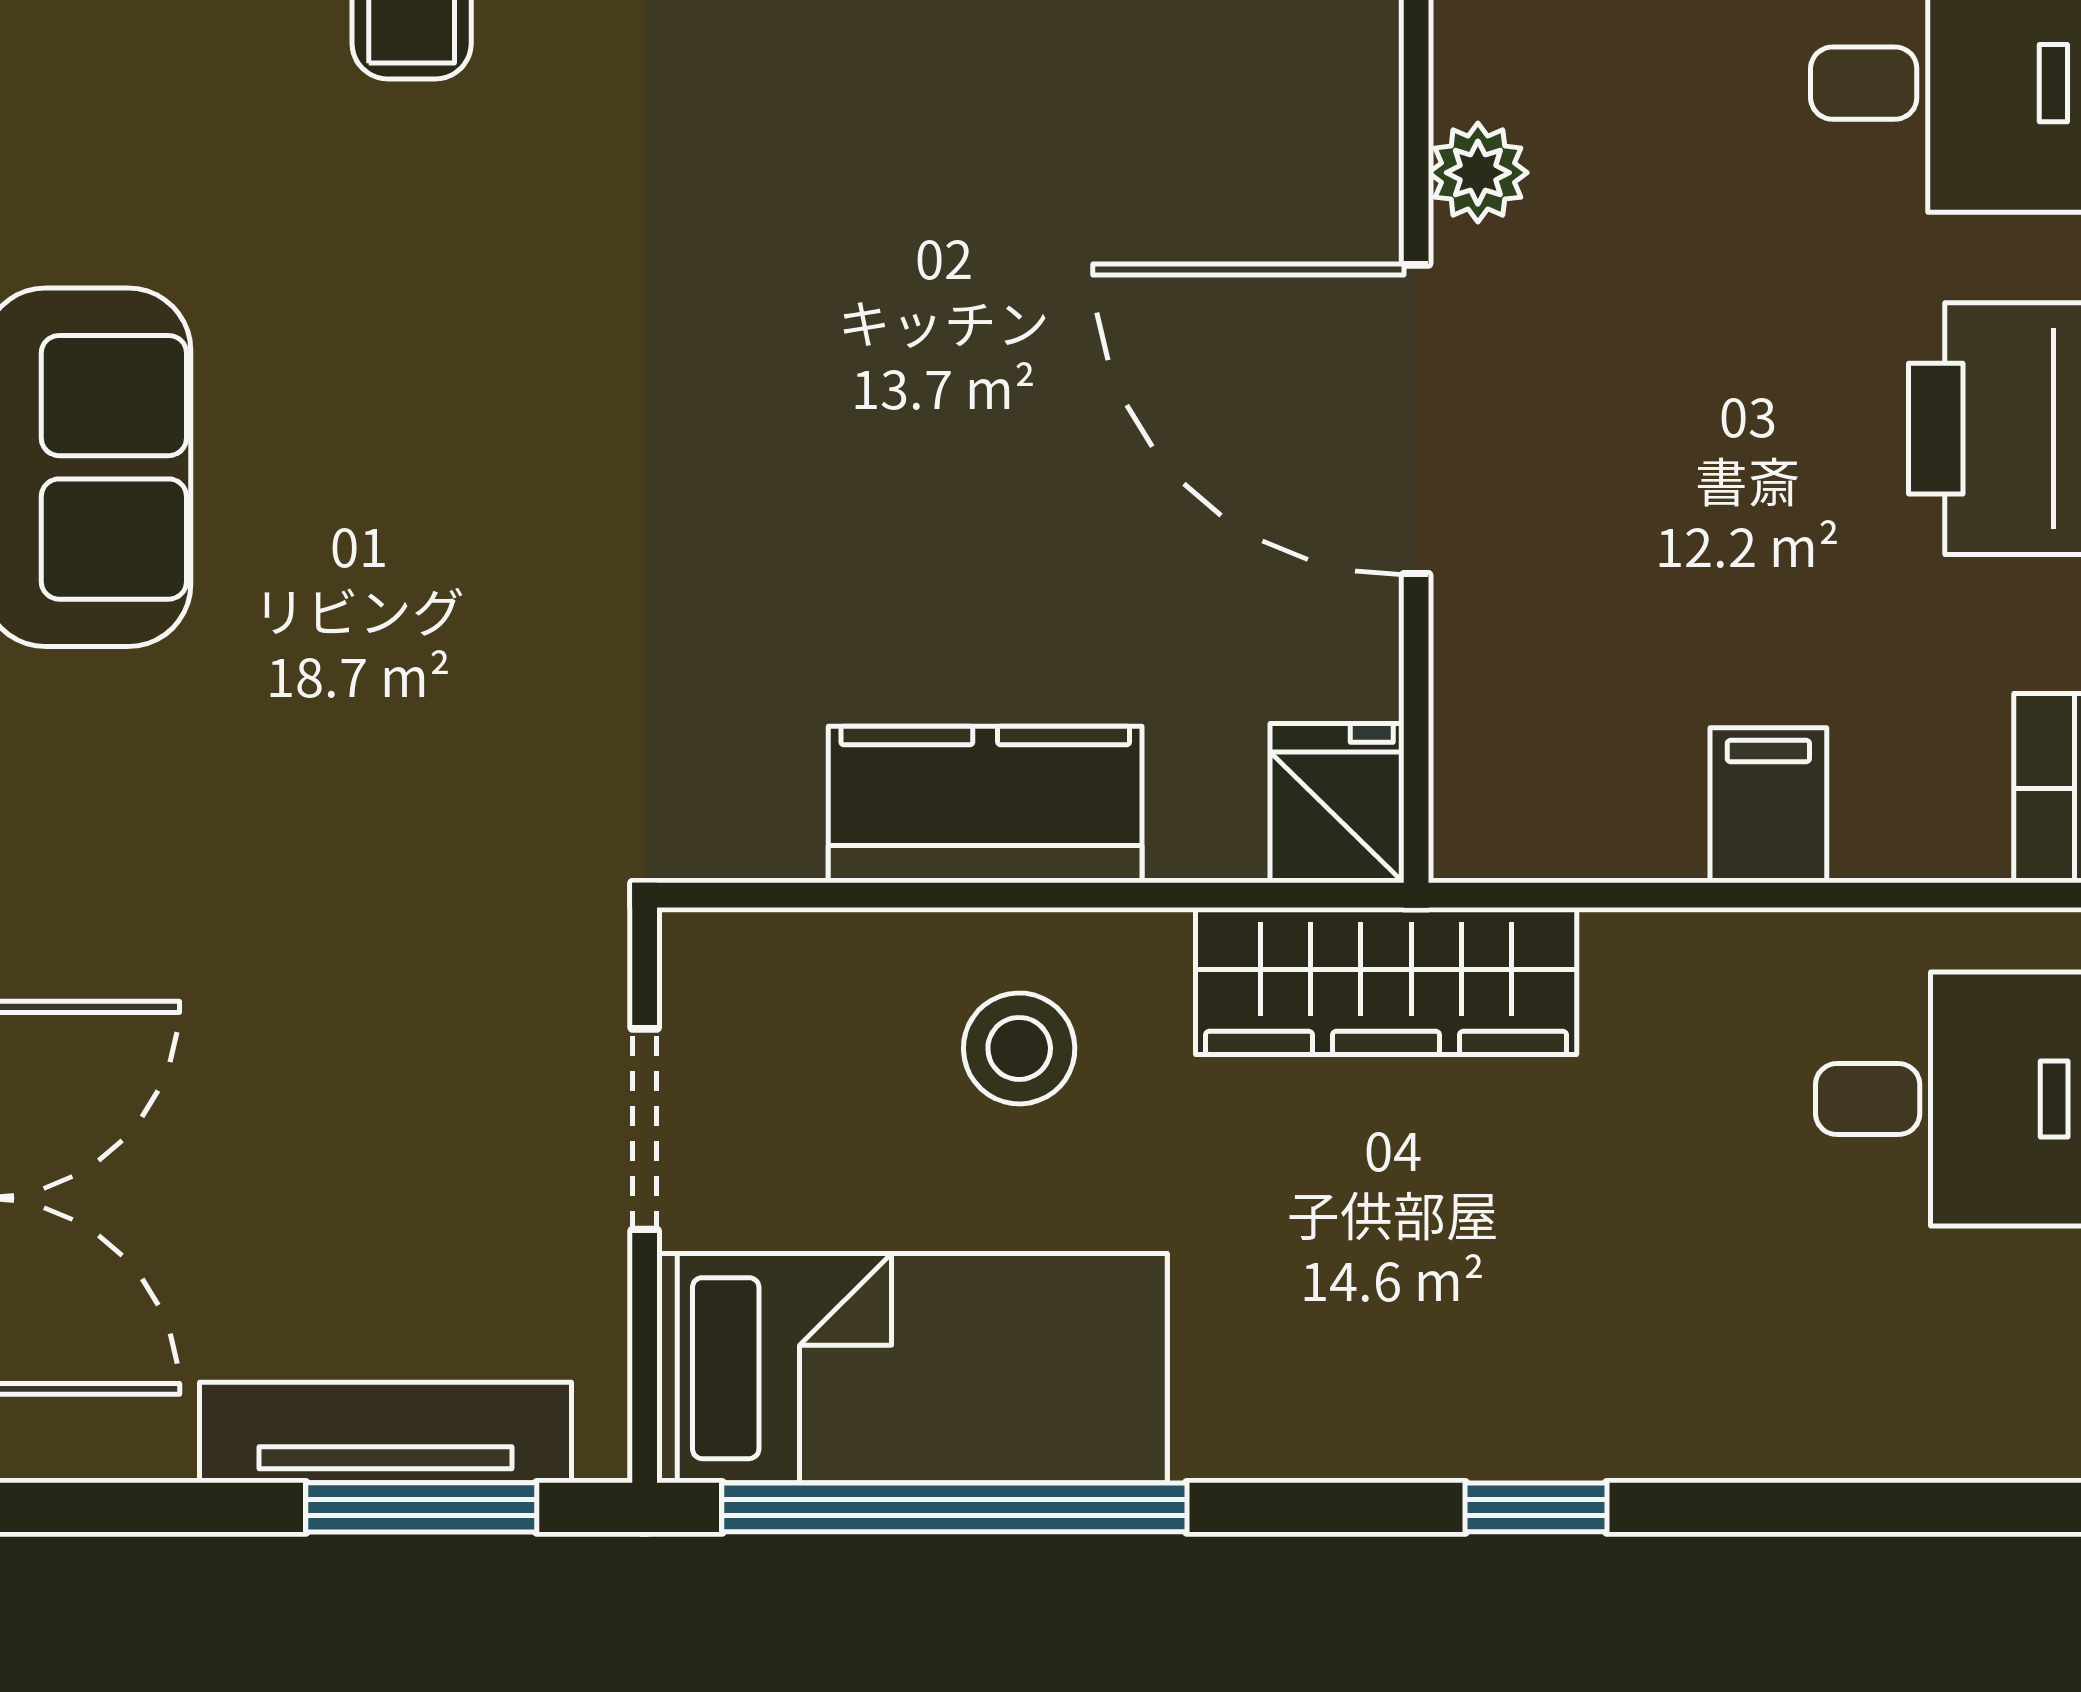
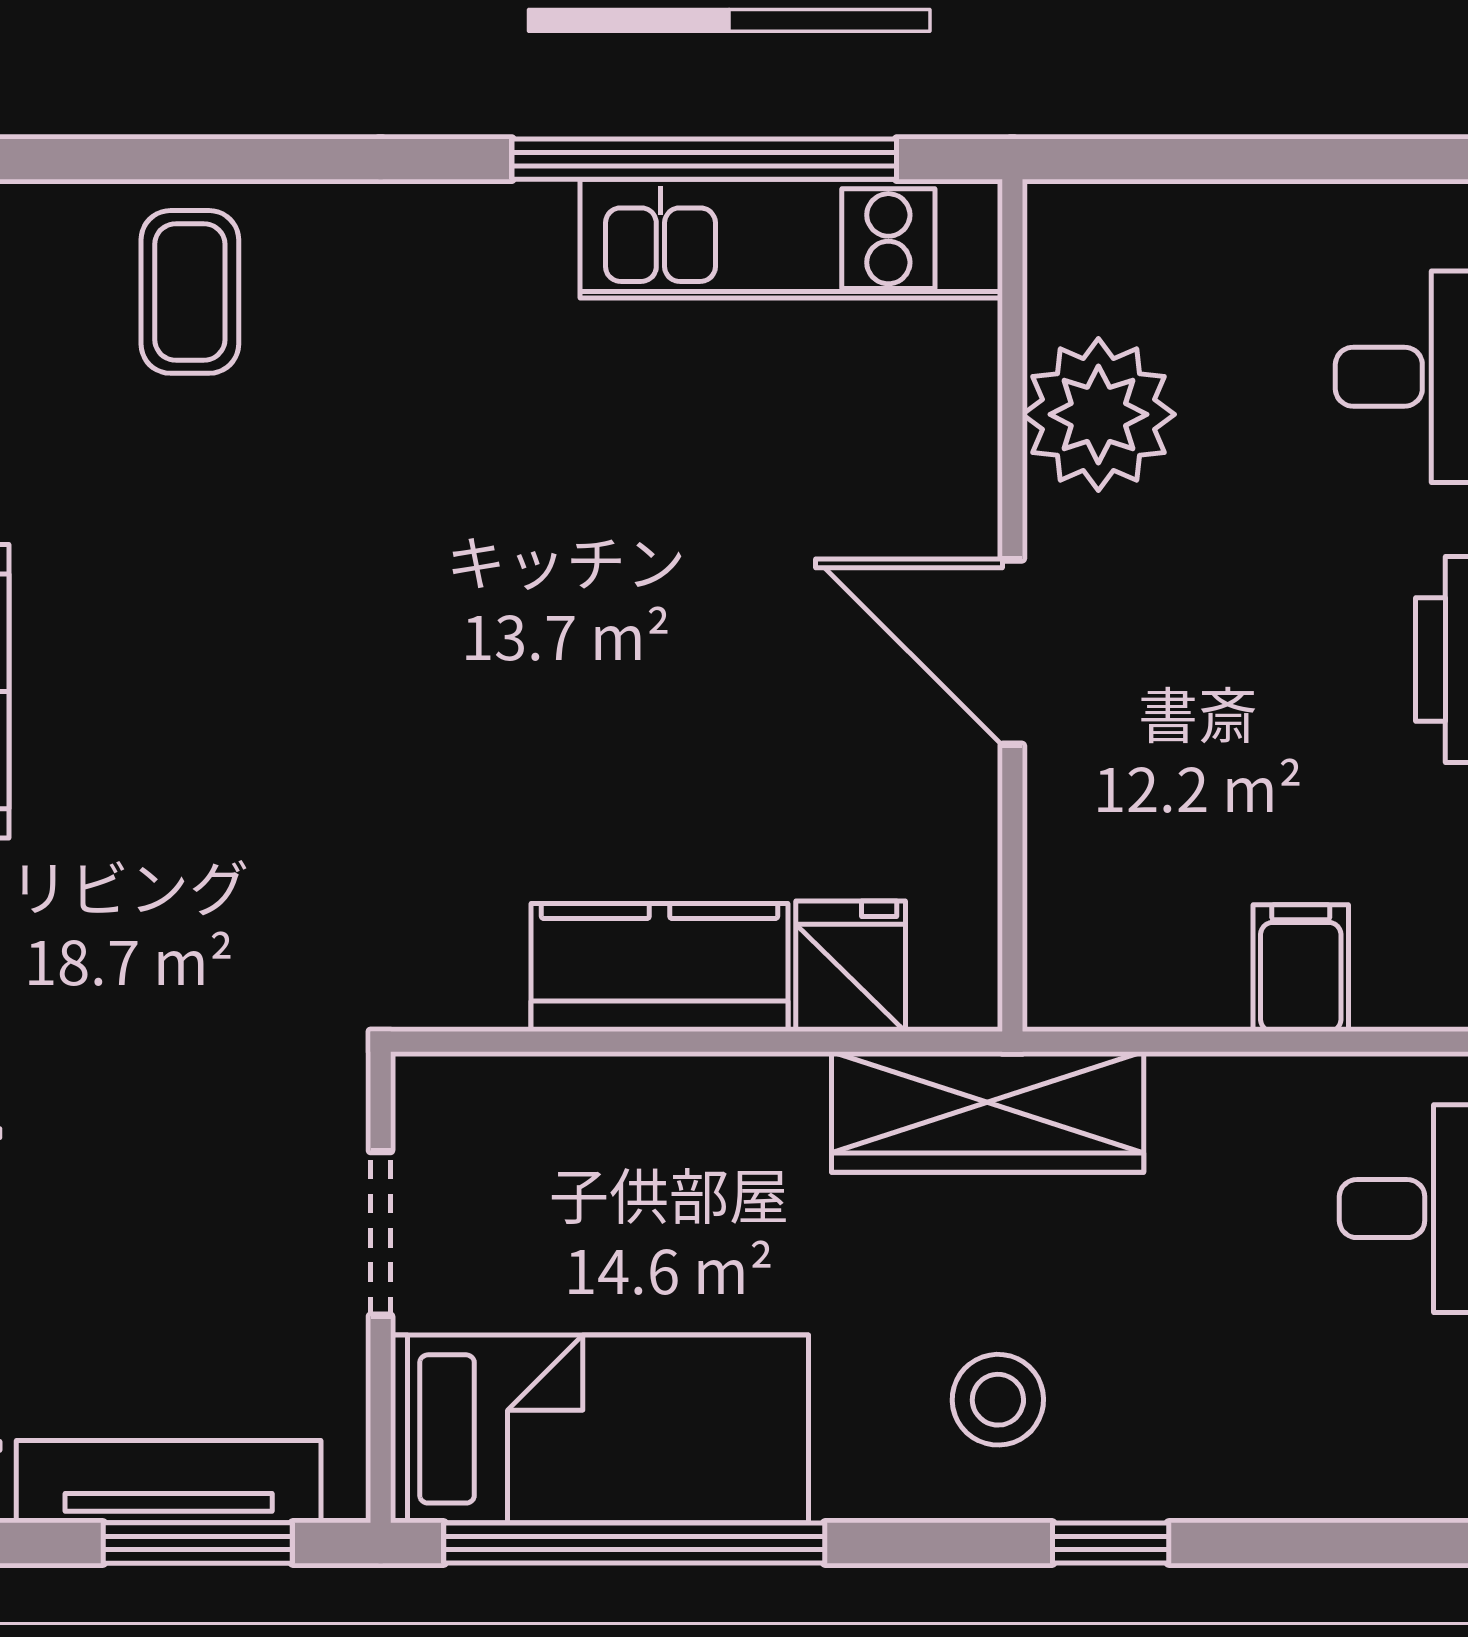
plant: (1478, 173) -> (1098, 414), width x1.87, depth x1.87
door: (1416, 419) -> (1012, 652), width x0.73
fridge: (1337, 803) -> (851, 966), moved
stool: (1019, 1048) -> (998, 1400), moved

